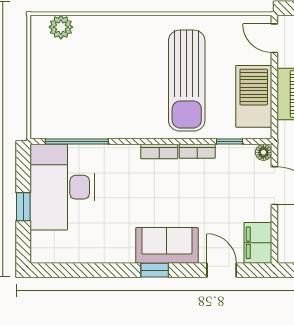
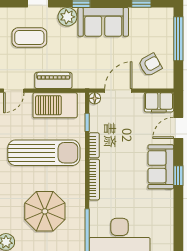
parasol: (104, 82) -> (45, 211), added
bookcase: (159, 152) -> (94, 180), width x1.56

